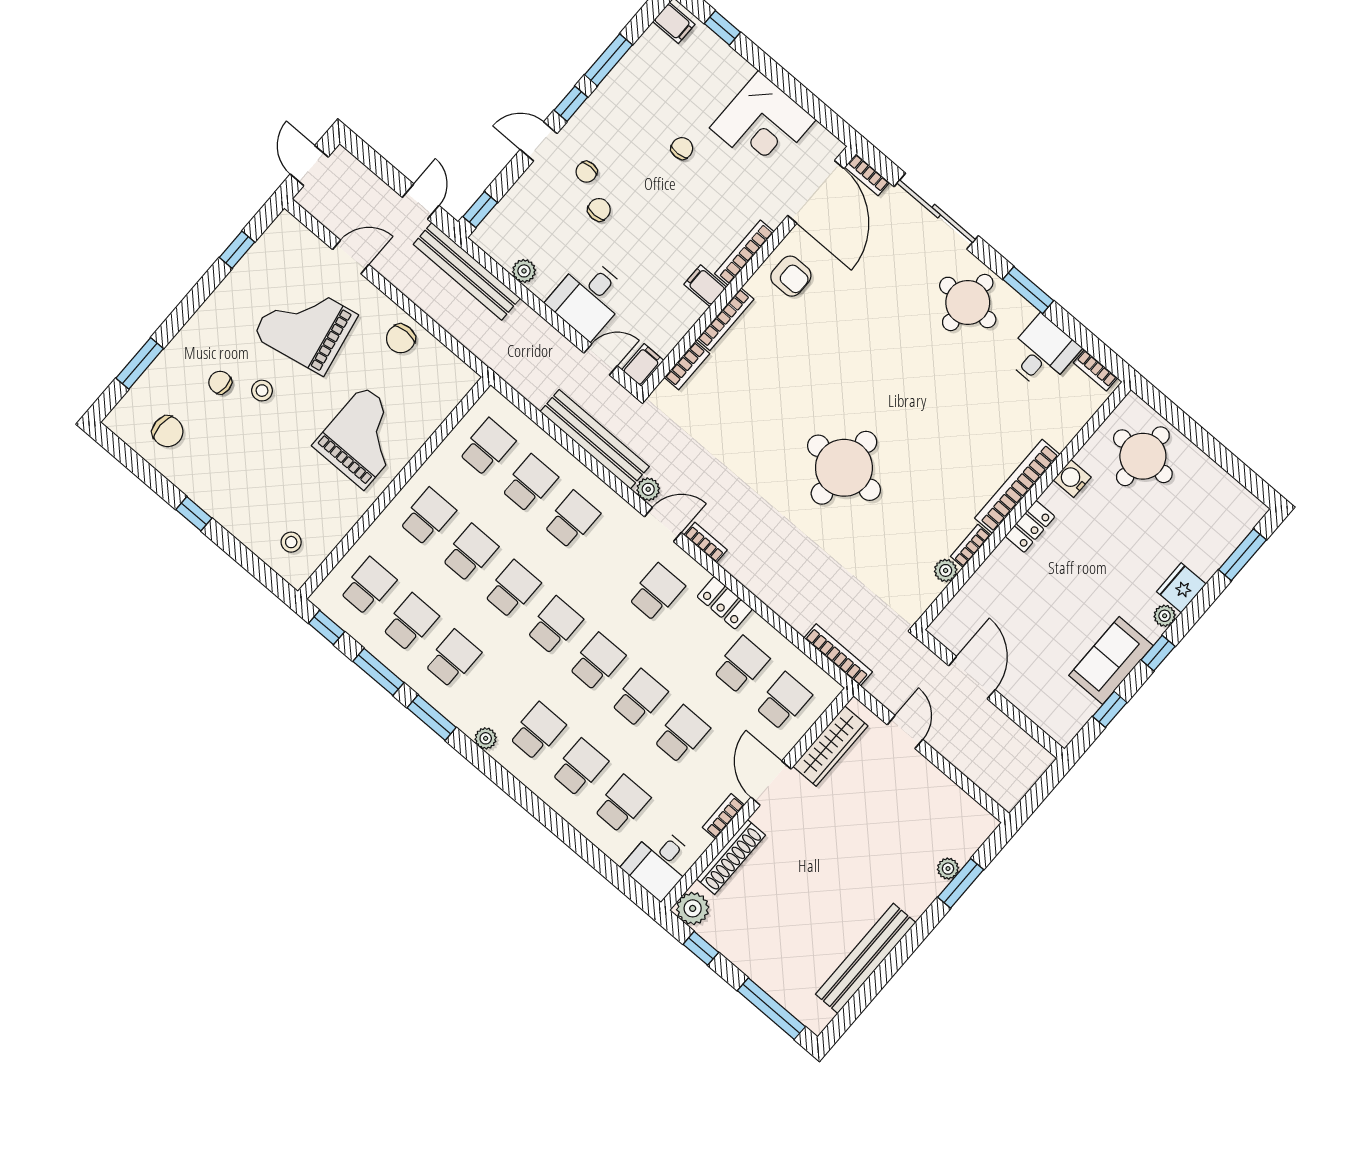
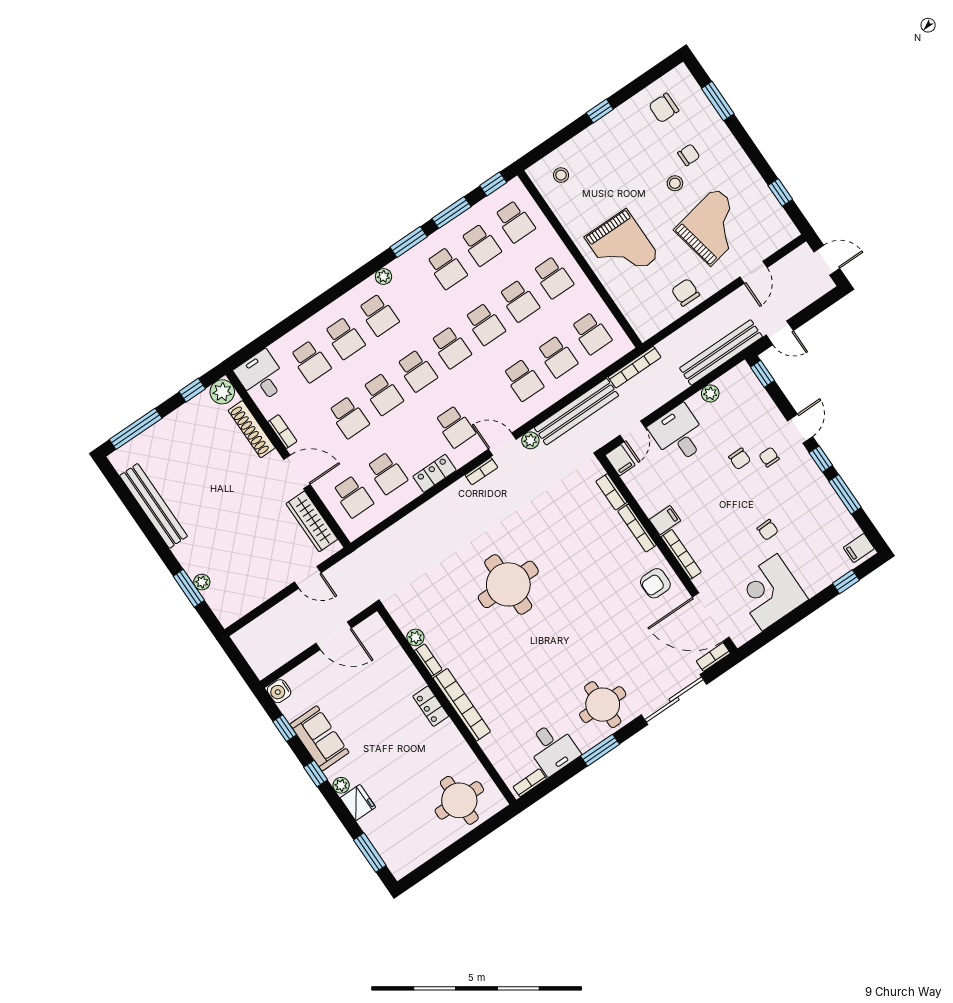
water cooler: (1072, 479) -> (279, 691), moved, turned 180
door: (663, 525) -> (502, 444), swing flipped
bookcase: (838, 655) -> (635, 367), moved

